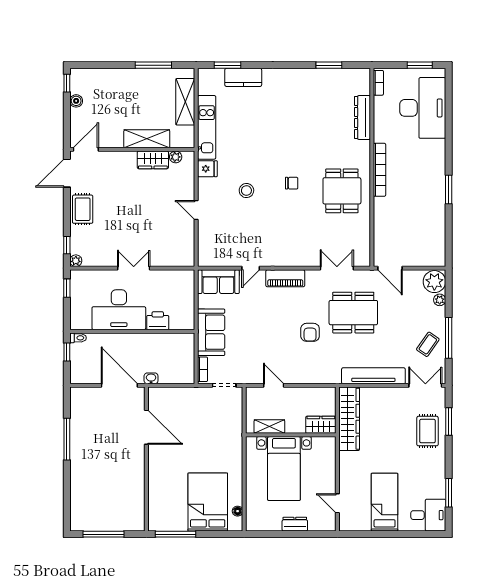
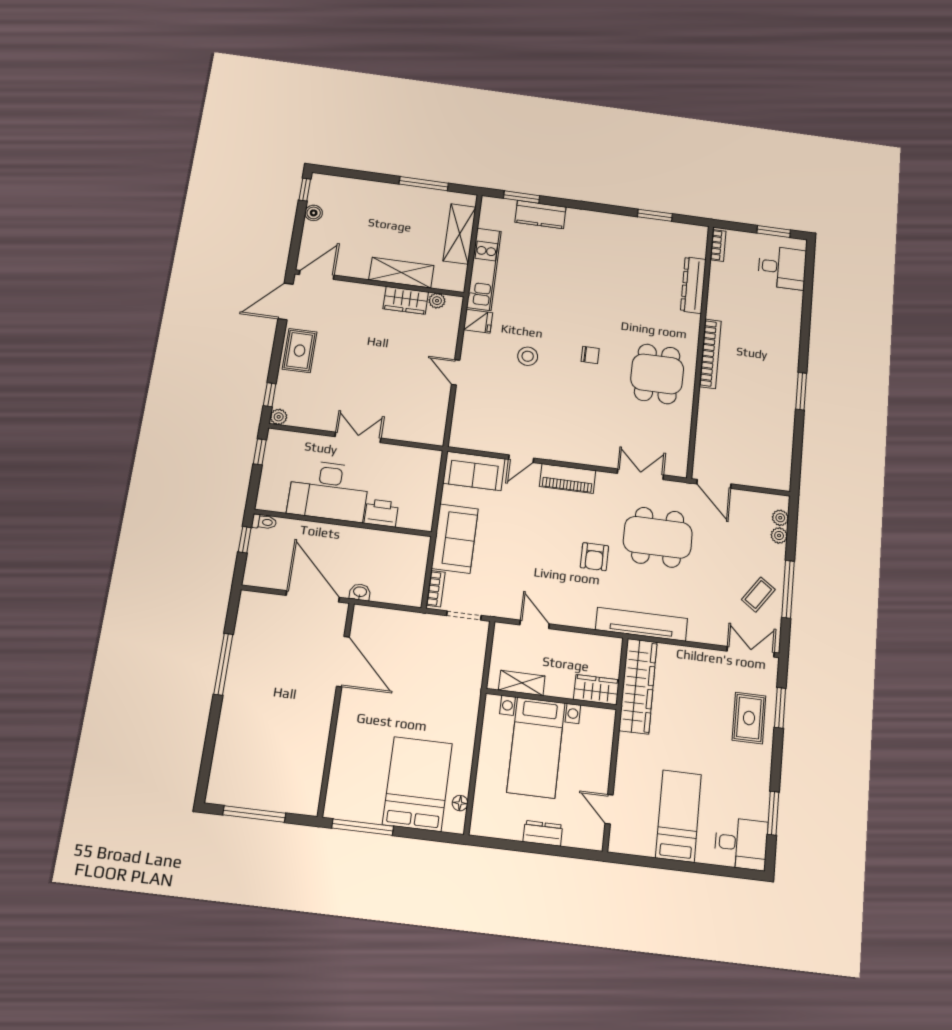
desk: (423, 108) -> (782, 268), width x0.53, depth x0.77
plant: (434, 282) -> (780, 518), width x0.53, depth x0.53
tv unit: (373, 376) -> (642, 624), moved

